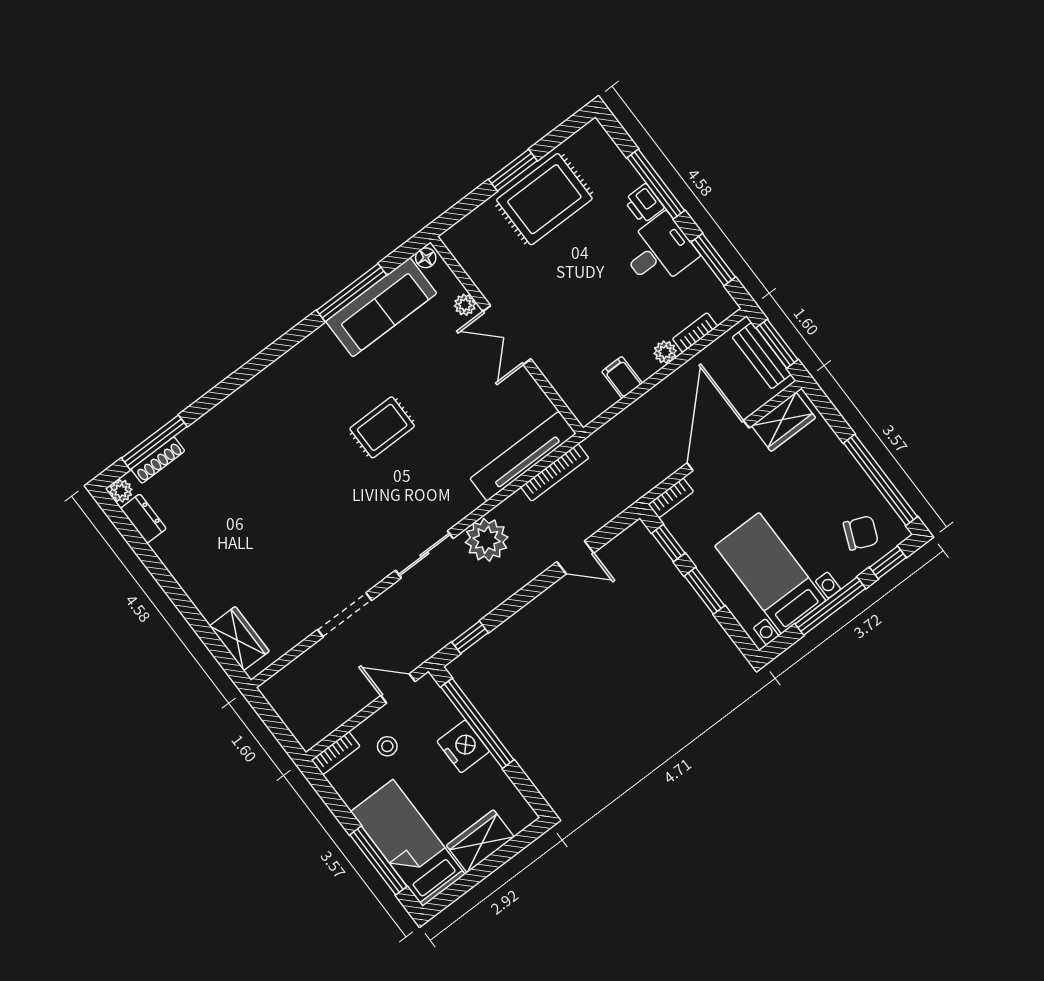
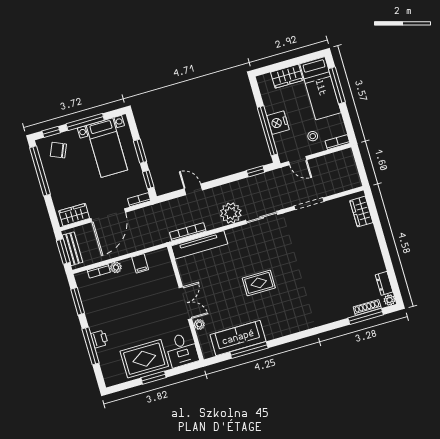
desk: (659, 251) -> (182, 350), moved, turned -90
floor lamp: (426, 258) -> (209, 353), removed

